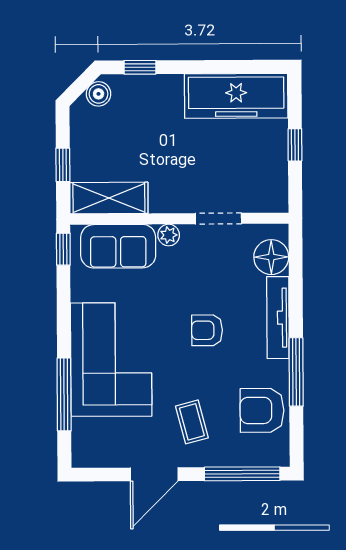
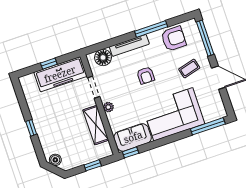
window: (140, 67) -> (31, 128), moved
freezer: (236, 96) -> (60, 74), moved, turned 90
shelving: (109, 198) -> (96, 125), moved
sofa: (118, 246) -> (133, 137), moved, turned -90
window: (64, 394) -> (208, 126), moved
armchair: (262, 410) -> (174, 39), turned -90

